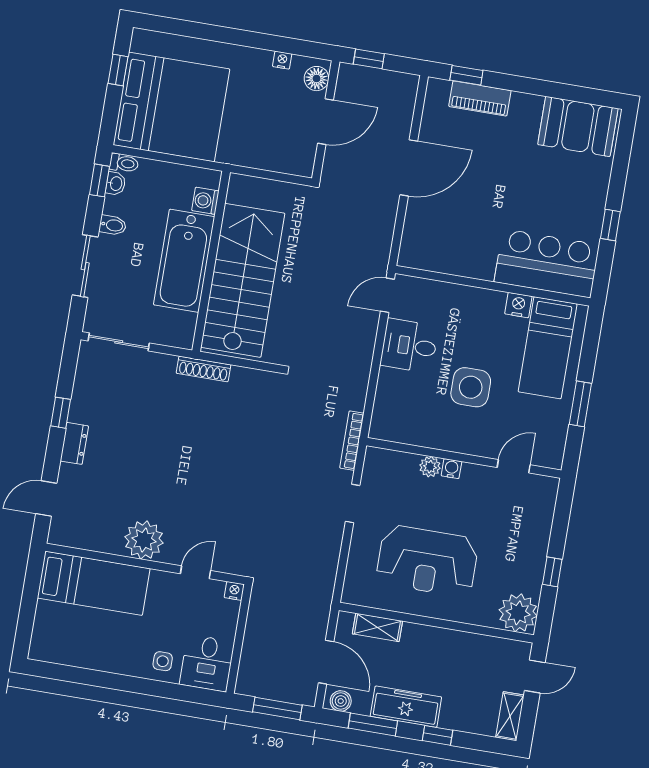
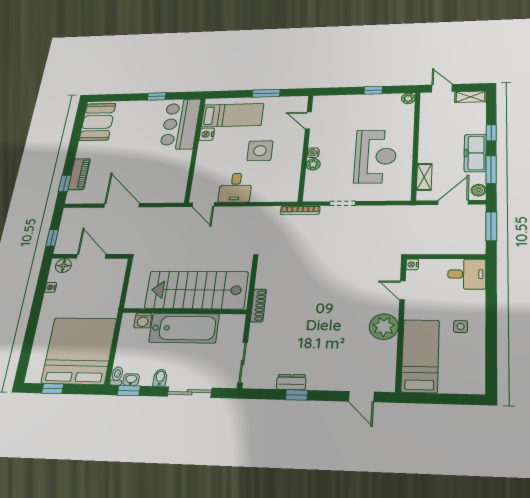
dresser: (74, 443) -> (291, 382), moved
plant: (518, 613) -> (408, 98), width x0.53, depth x0.53
side table: (163, 661) -> (461, 326), moved

